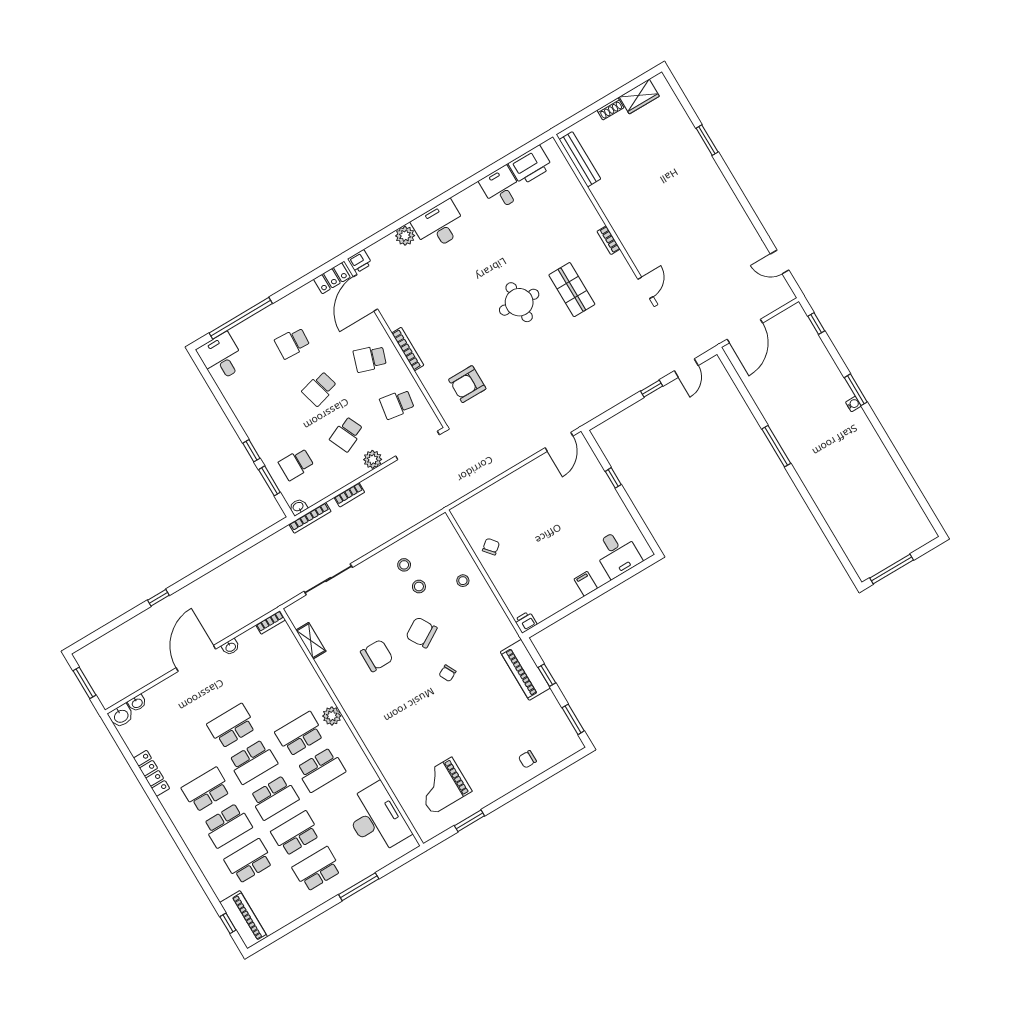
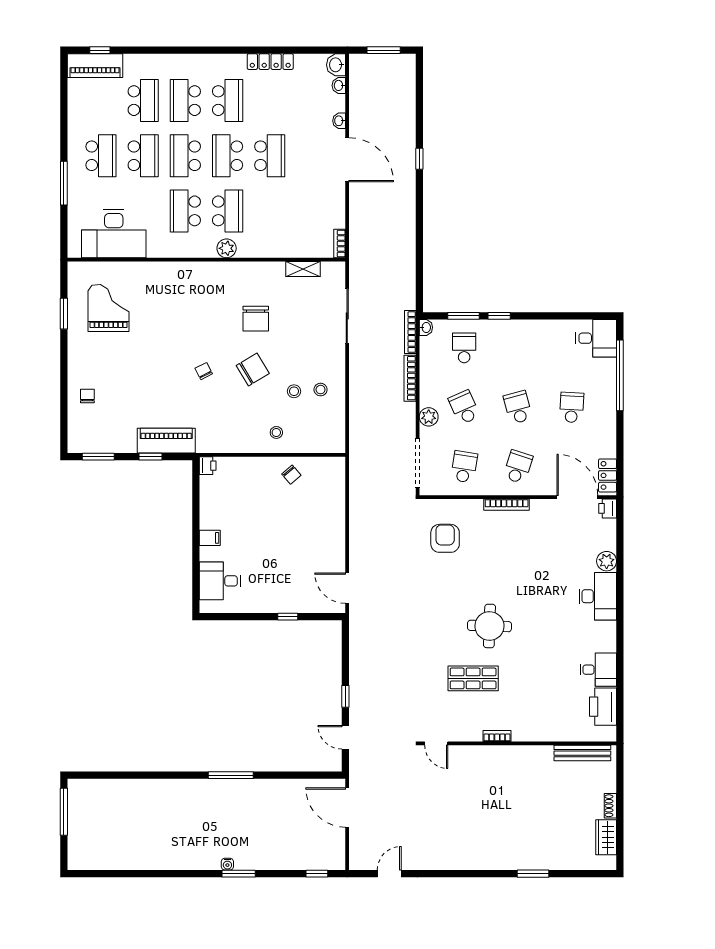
bookcase: (349, 495) -> (410, 378), width x1.56
washbasin: (231, 647) -> (339, 121), moved

